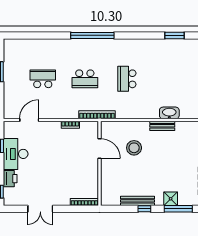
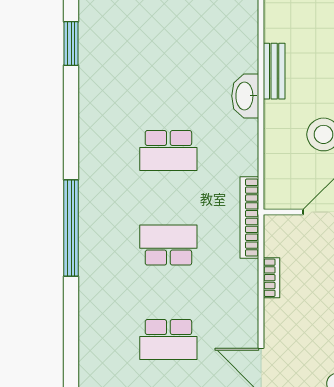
school desk: (43, 79) -> (168, 340), turned -90
school desk: (85, 79) -> (168, 245), turned -90
washbasin: (169, 113) -> (245, 96), moved

